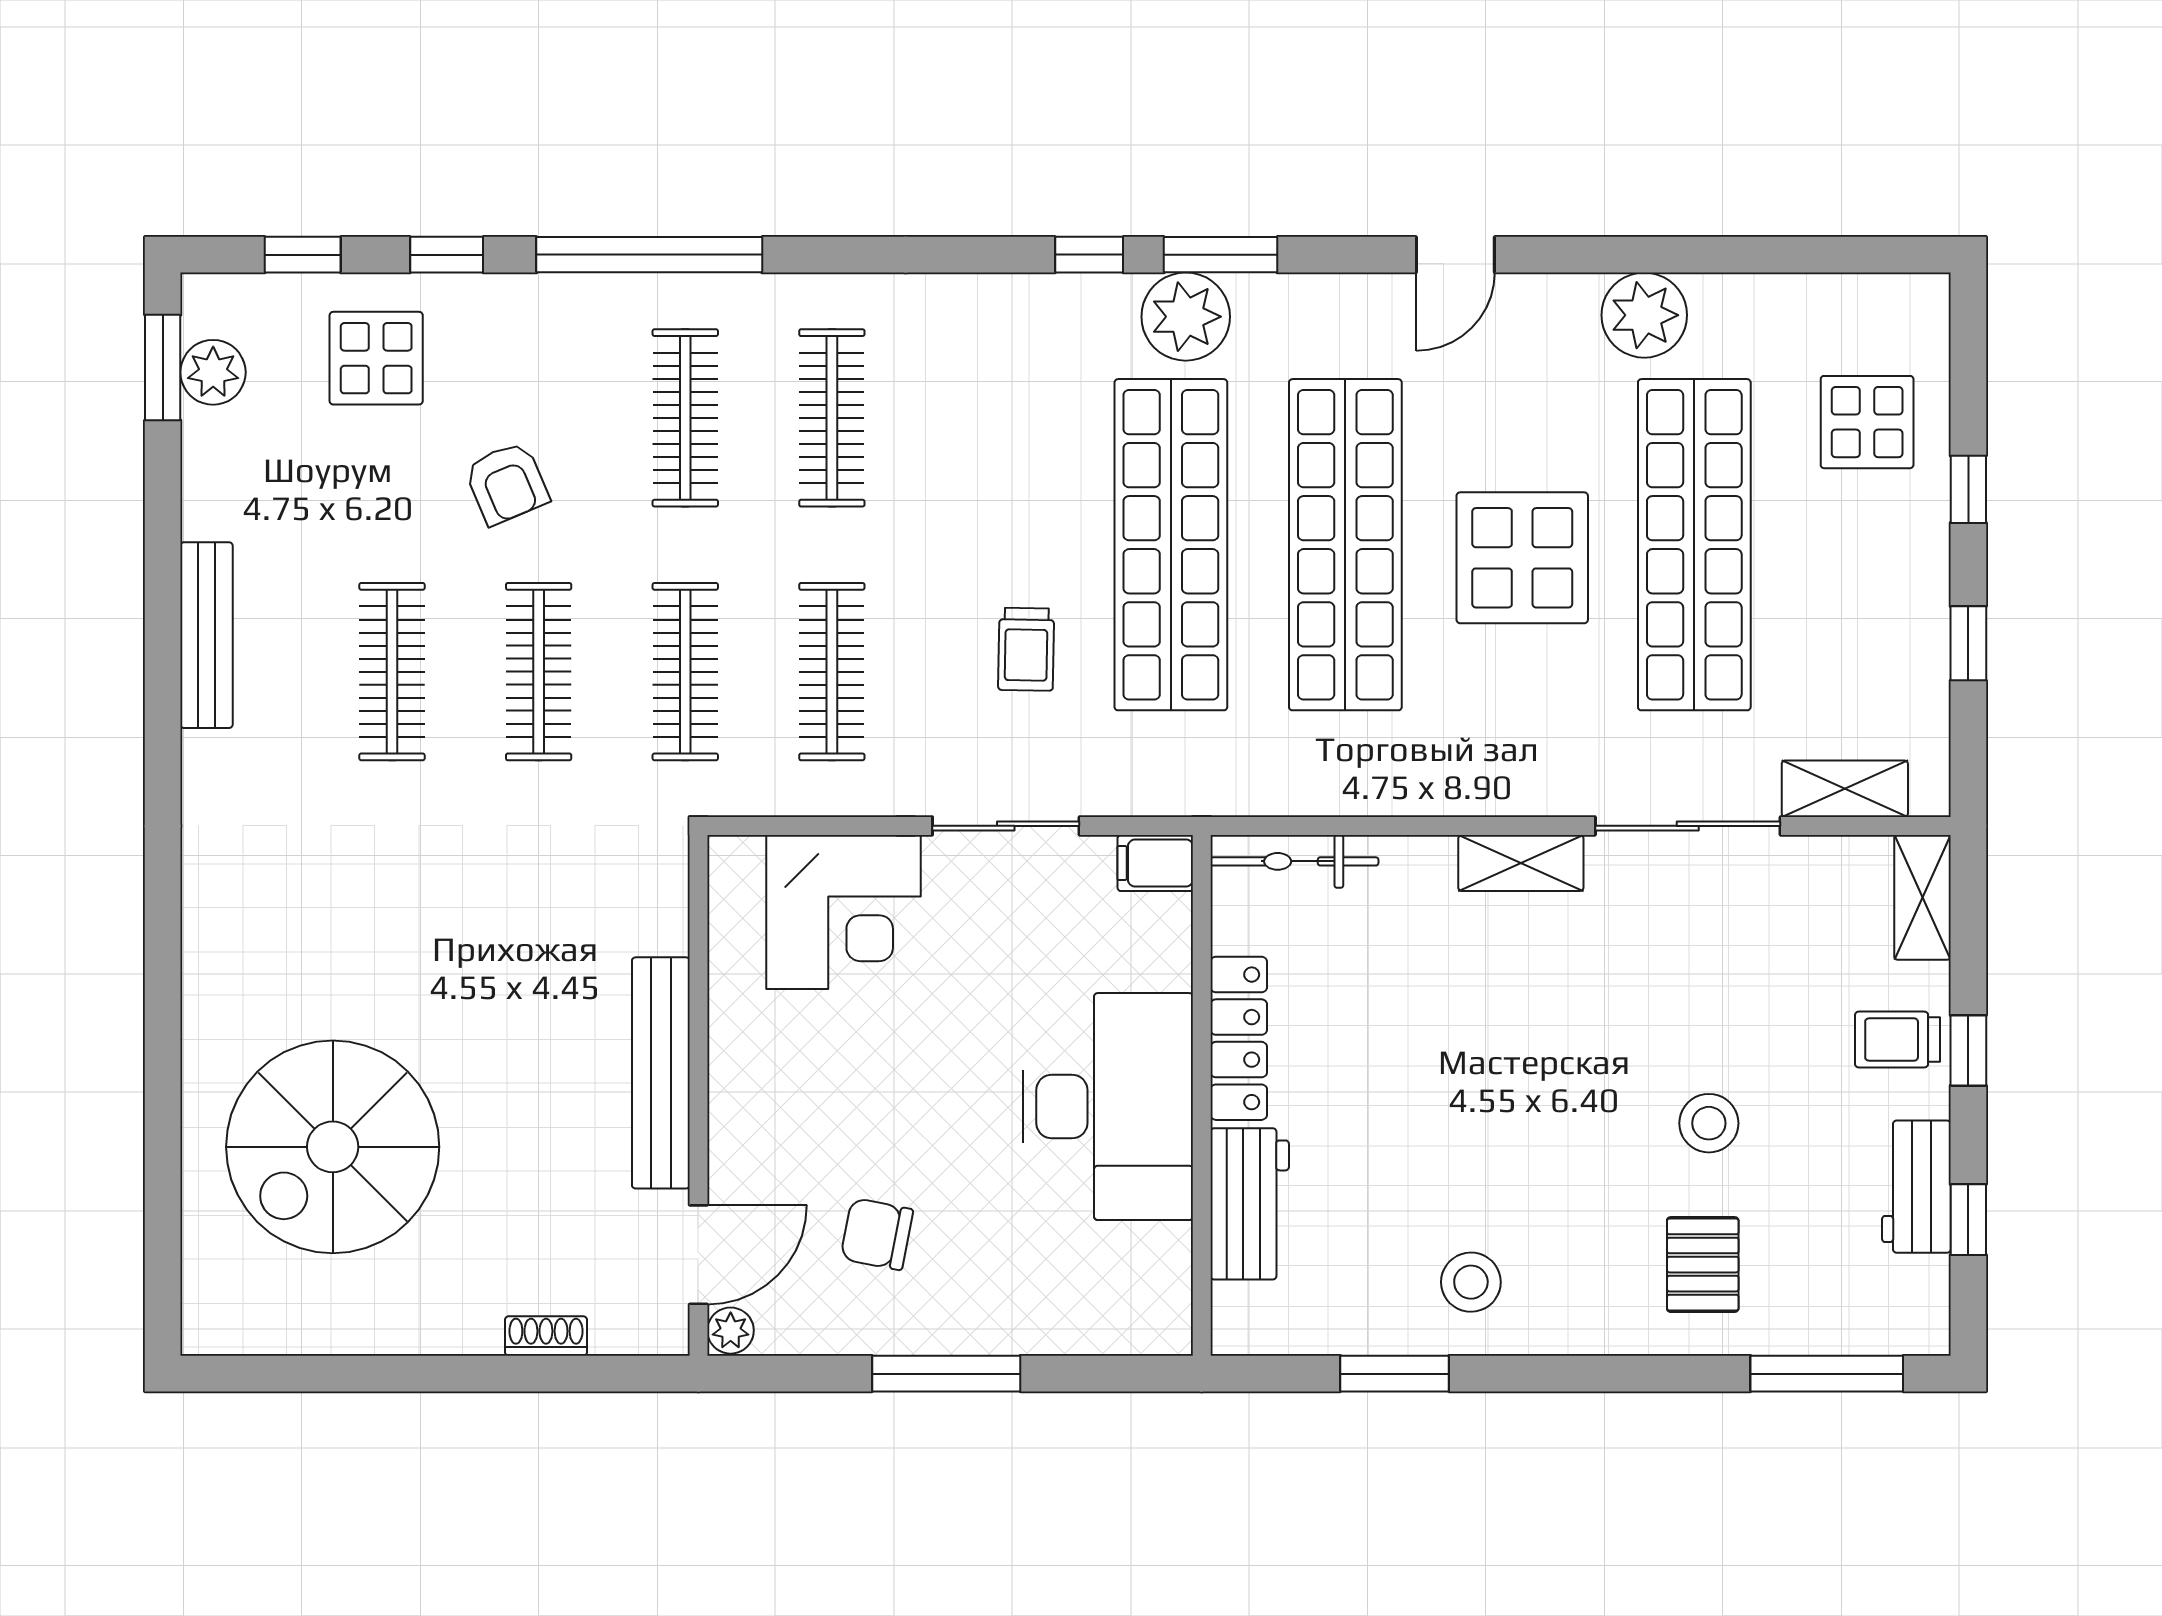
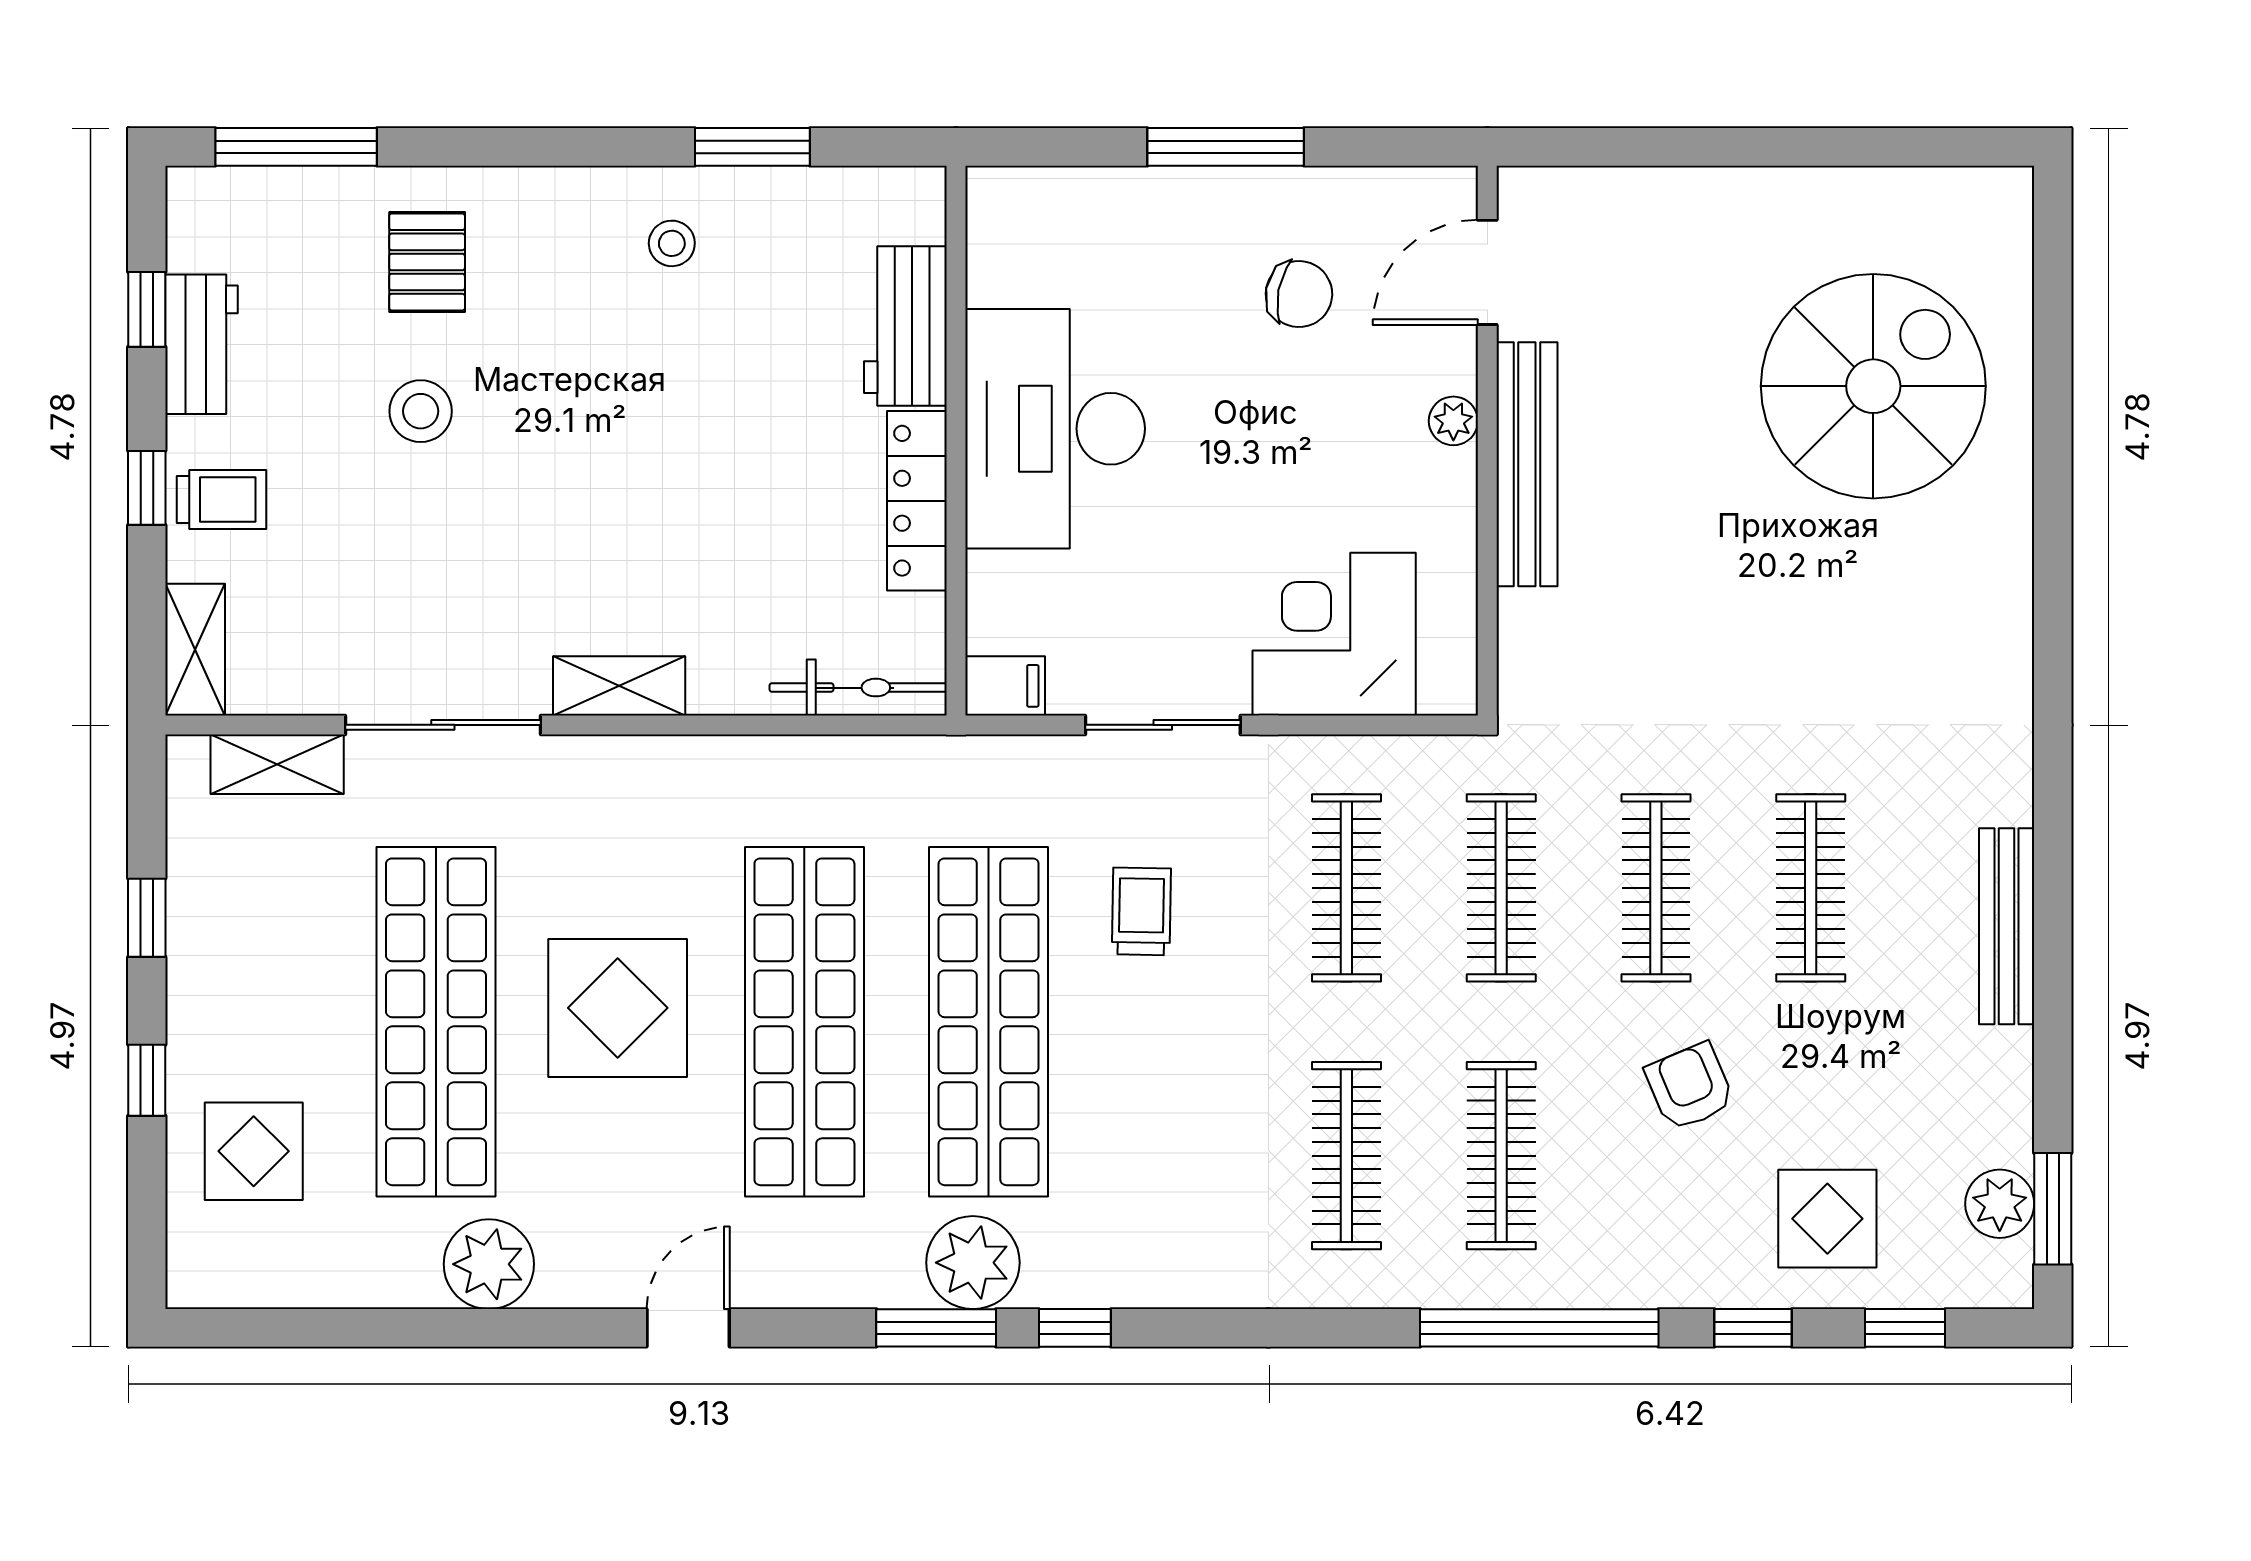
stool: (1471, 1282) -> (672, 243), width x0.73, depth x0.73
plant: (731, 1331) -> (1453, 421), moved
shoe rack: (546, 1336) -> (1648, 187), removed

